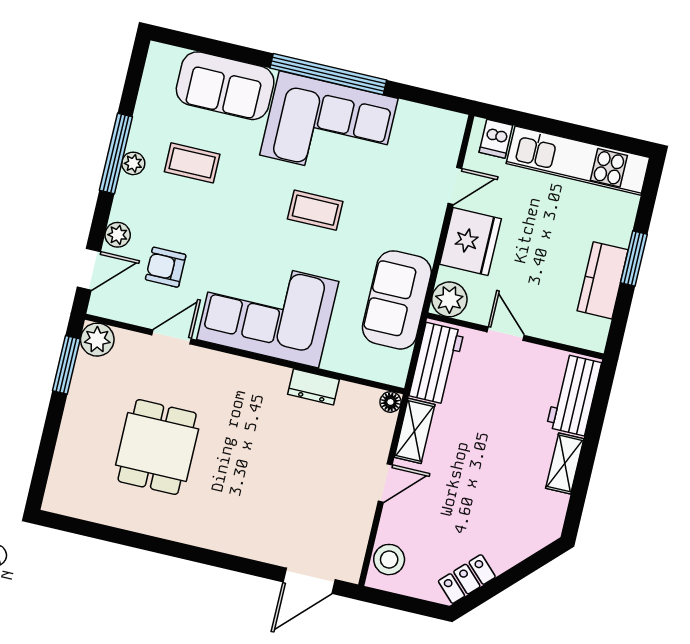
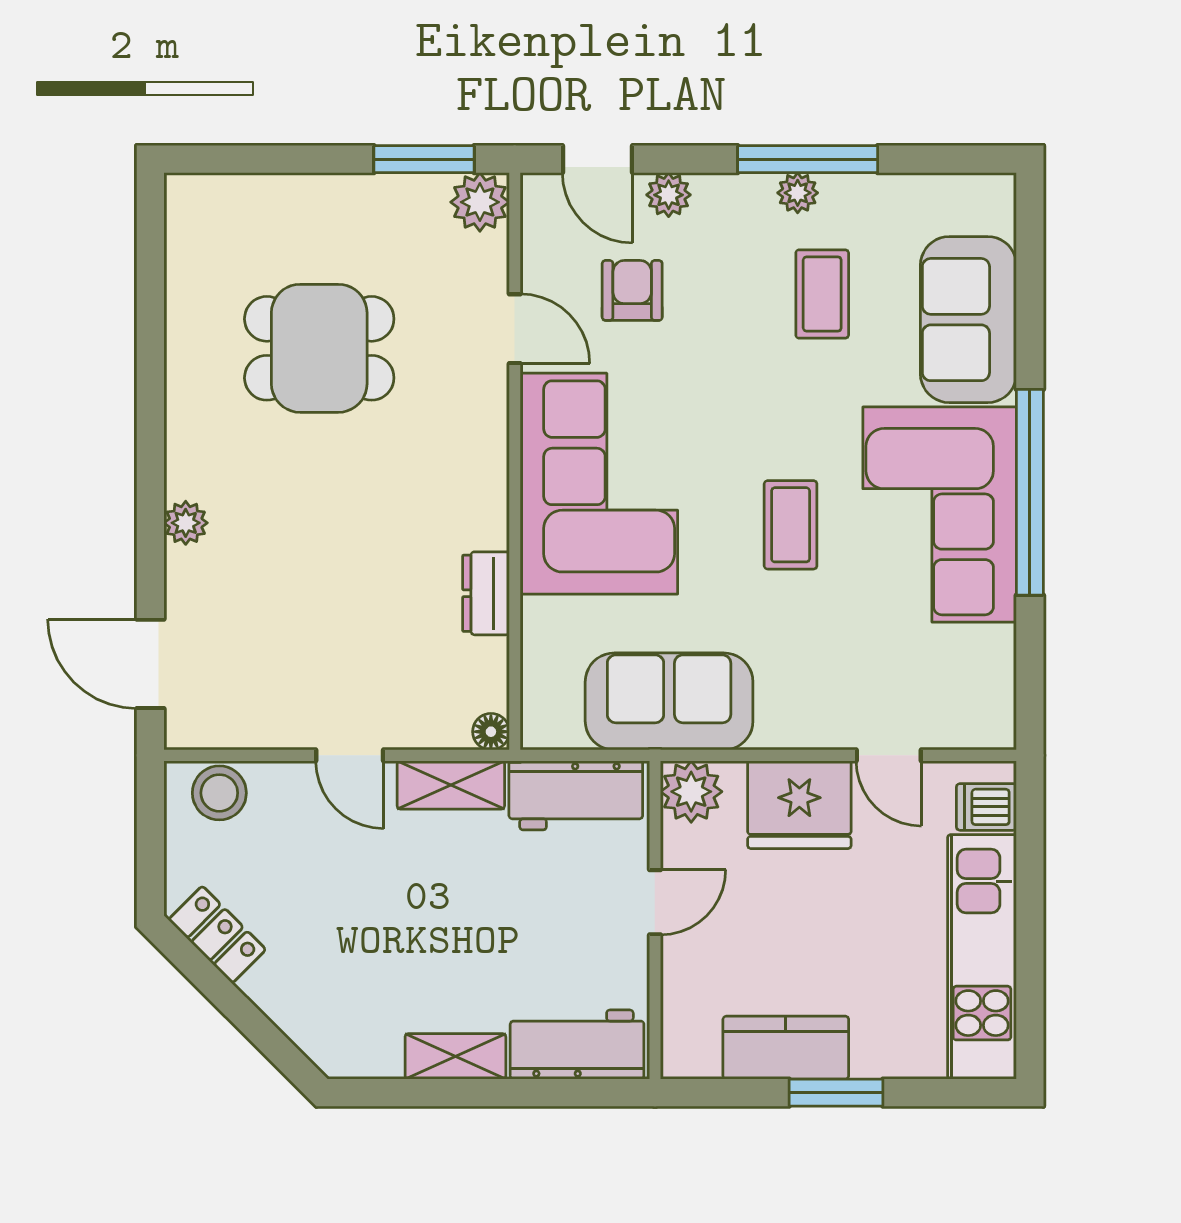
plant: (236, 543) -> (186, 523), added

